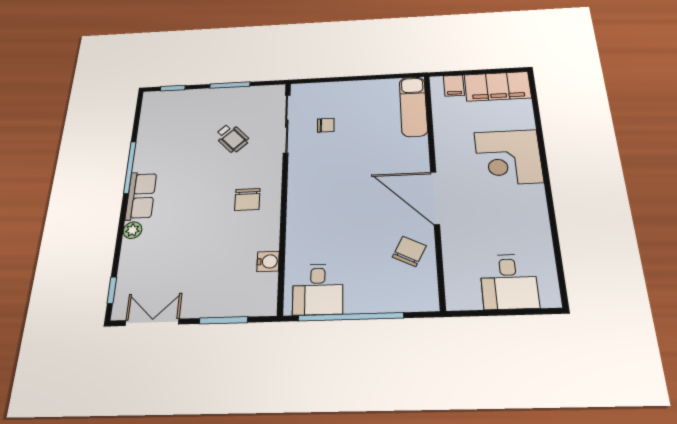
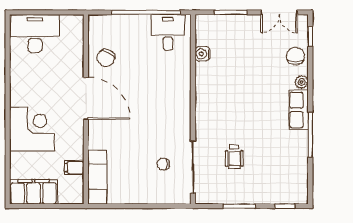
filing cabinet: (454, 86) -> (74, 168), moved, turned -90
wheelchair: (232, 138) -> (234, 157), turned -137
chair: (247, 199) -> (295, 56), moved
desk: (509, 282) -> (35, 34), width x1.37

